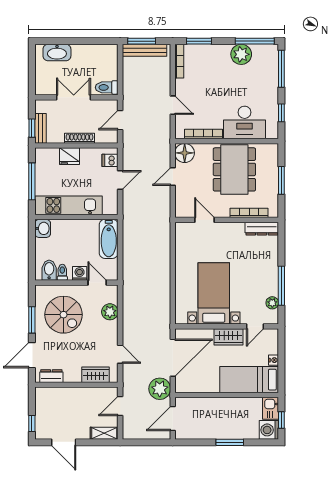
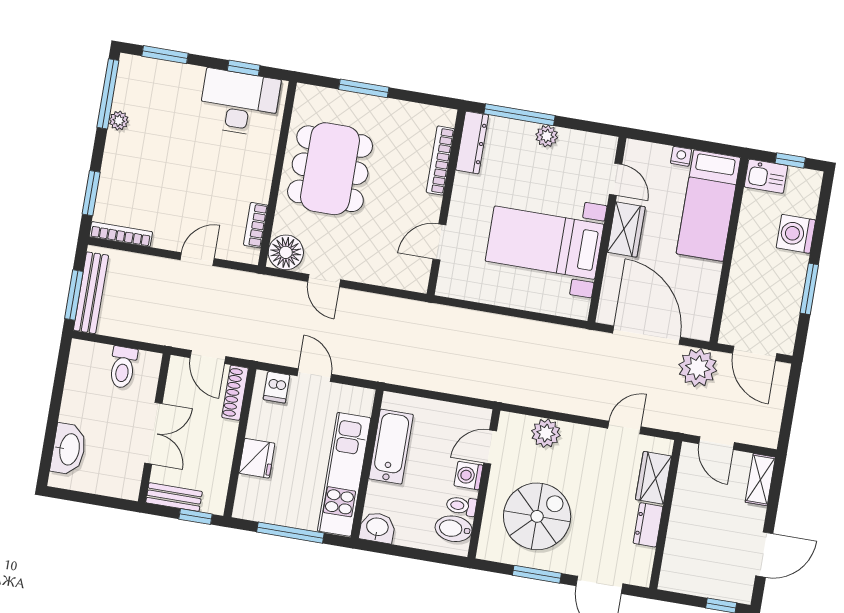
plant: (241, 54) -> (119, 121), width x0.53, depth x0.53
window: (281, 69) -> (165, 55), width x0.69
toilet: (107, 87) -> (123, 367), moved
double door: (74, 97) -> (153, 433), swing flipped
desk: (245, 122) -> (239, 103), moved, turned -90
bench: (41, 128) -> (174, 497), moved
bookcase: (203, 134) -> (256, 225), width x0.64
shoe rack: (79, 138) -> (235, 393), moved
dining table: (234, 169) -> (330, 169), turned 90
bookcase: (249, 213) -> (440, 161), moved
door: (204, 220) -> (439, 242), moved
wall: (227, 220) -> (446, 202), moved
dresser: (262, 229) -> (472, 142), moved
bathtub: (109, 239) -> (391, 447), moved, turned -90
window: (281, 286) -> (519, 115), moved
plant: (272, 303) -> (547, 136), moved
dresser: (51, 376) -> (648, 525), moved
washing machine: (269, 430) -> (796, 234), moved, turned 90
window: (230, 442) -> (809, 289), moved

